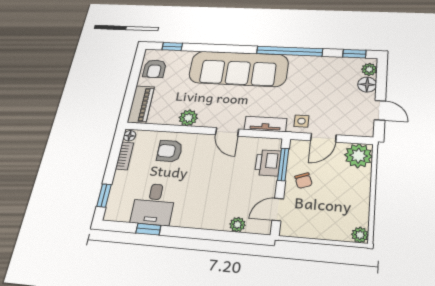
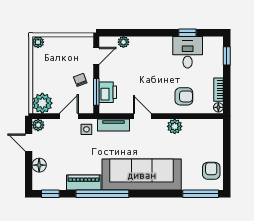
window: (172, 47) -> (201, 194), width x2.17
plant: (369, 69) -> (38, 125), moved
piano: (141, 104) -> (84, 183), moved, turned 90

